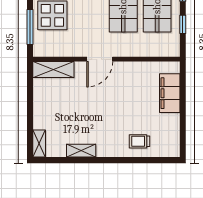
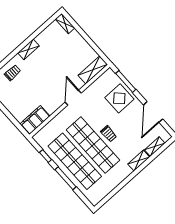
filing cabinet: (170, 93) -> (35, 120), moved, turned -90
shelving: (81, 151) -> (28, 49), moved

